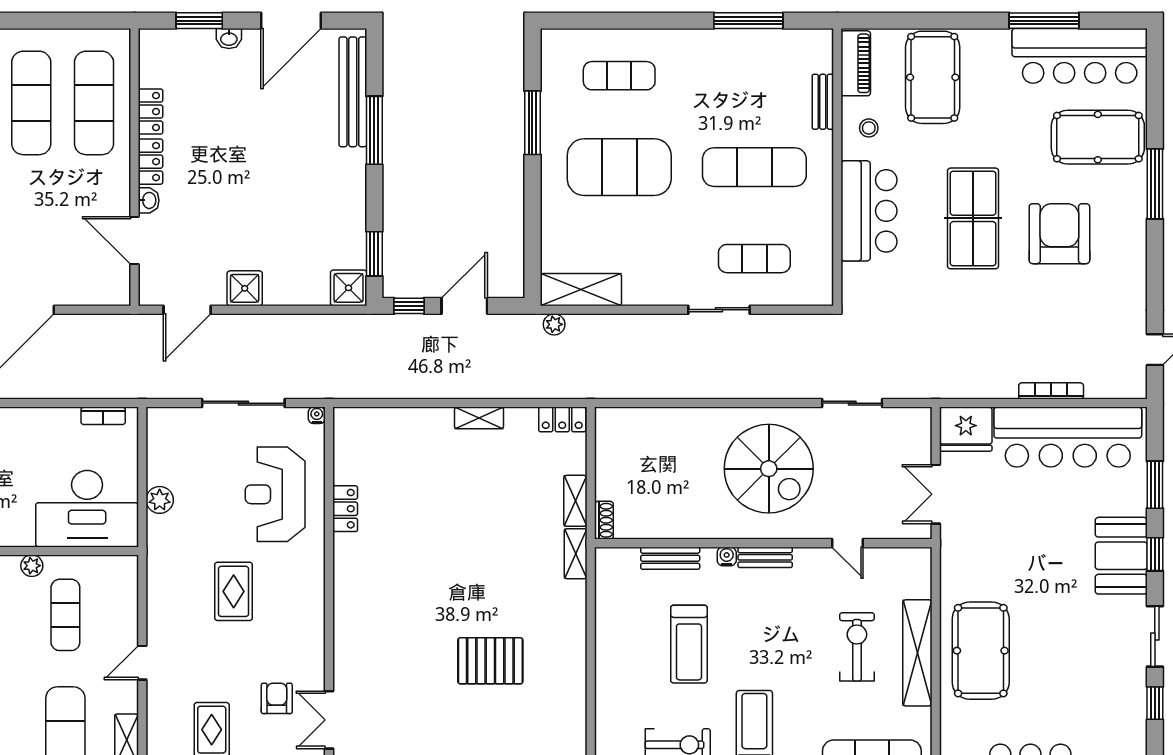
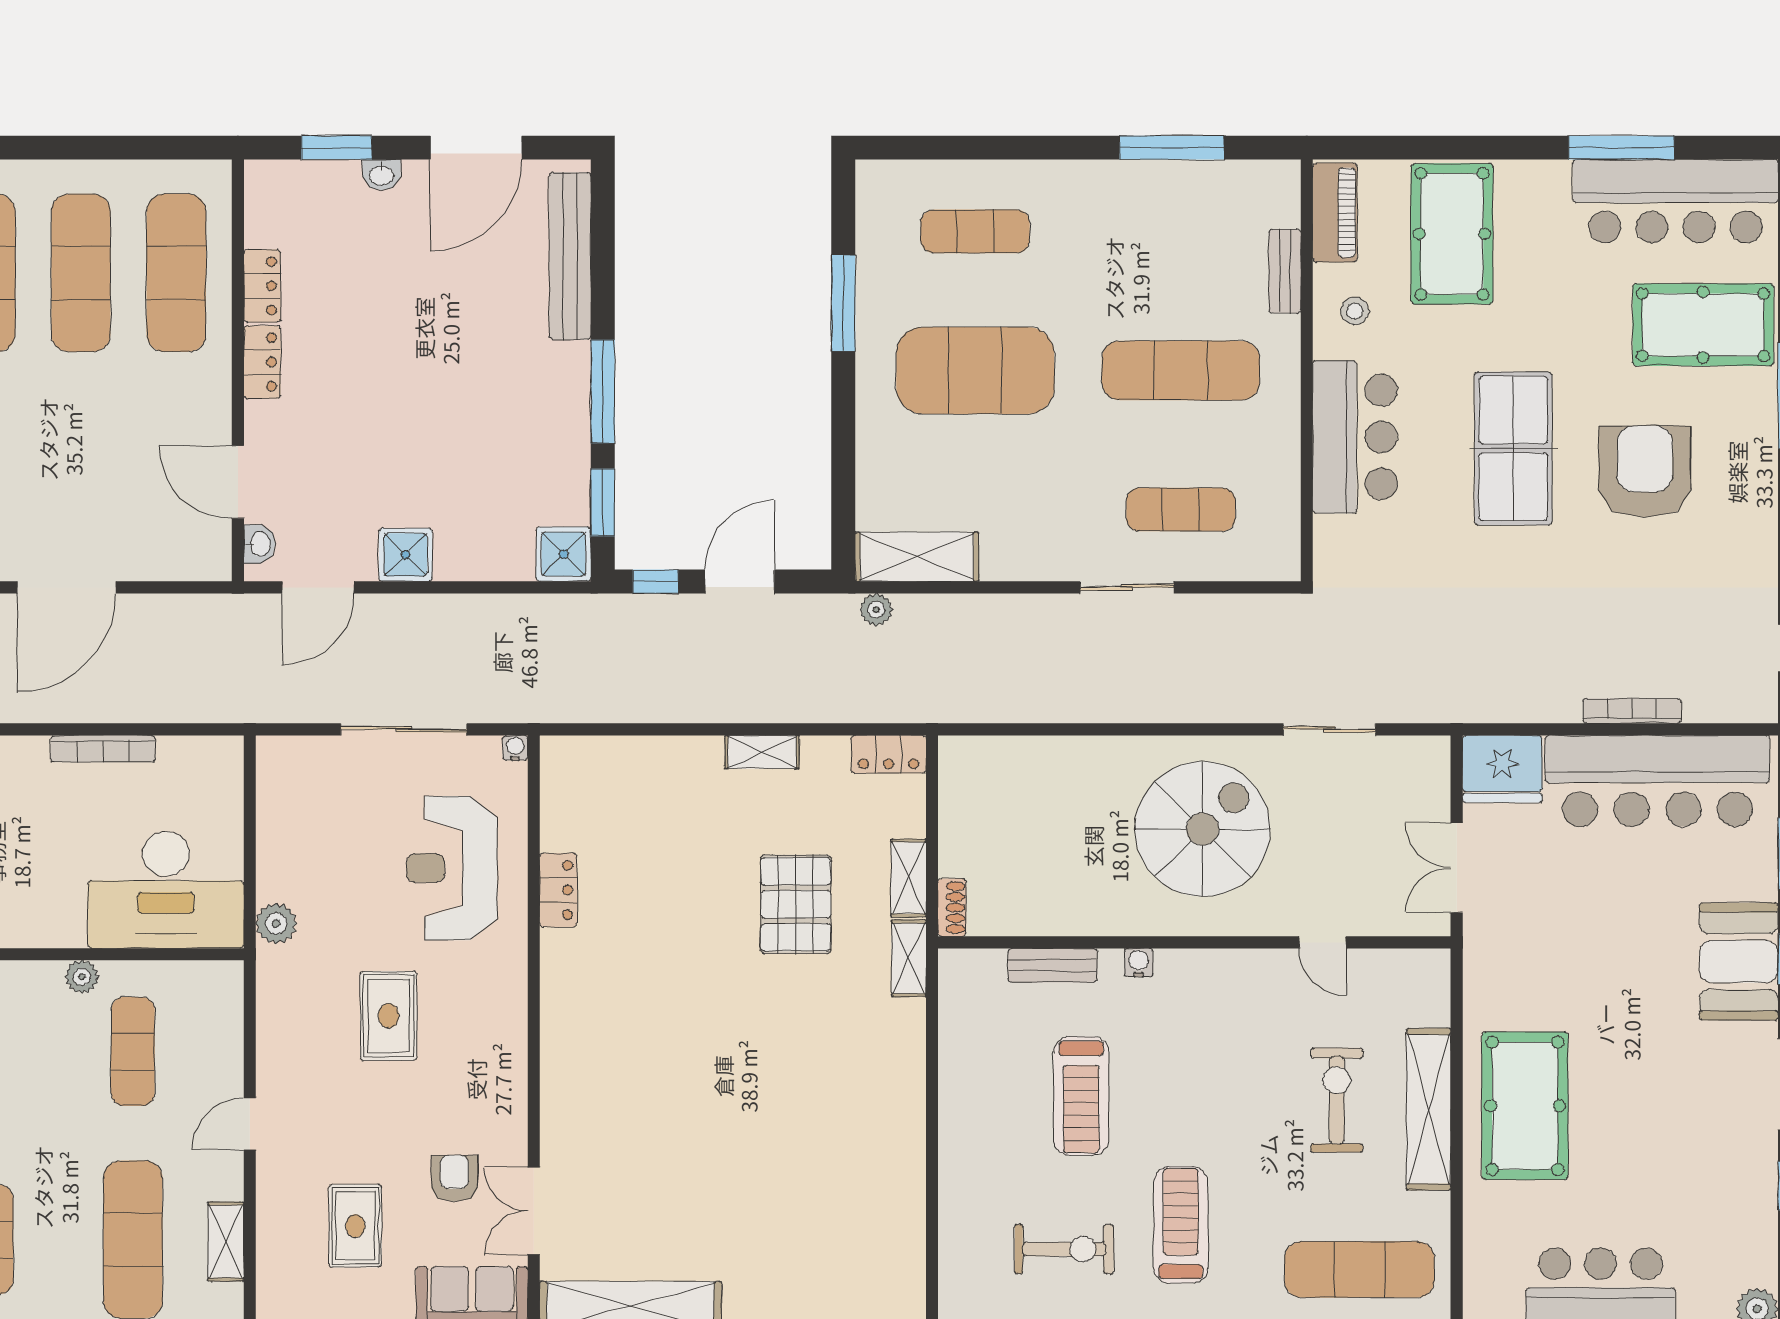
window: (374, 130) -> (603, 392), moved
washbasin: (149, 200) -> (259, 544), moved
bookcase: (103, 416) -> (103, 749), moved, width x1.56
spiral stairs: (769, 469) -> (1203, 829), turned -90
plant: (160, 500) -> (276, 924), moved
bench: (765, 557) -> (1197, 964), removed
pallet: (490, 661) -> (796, 904), moved, turned 90

